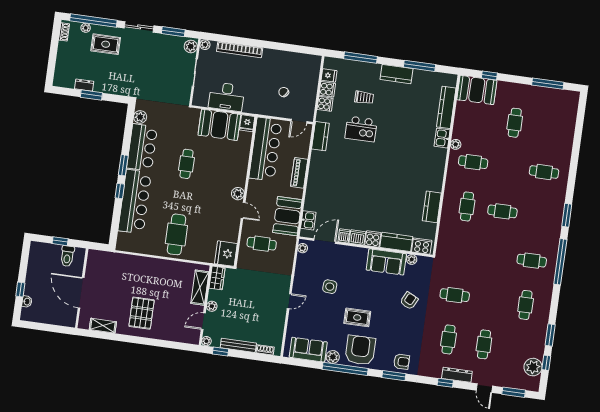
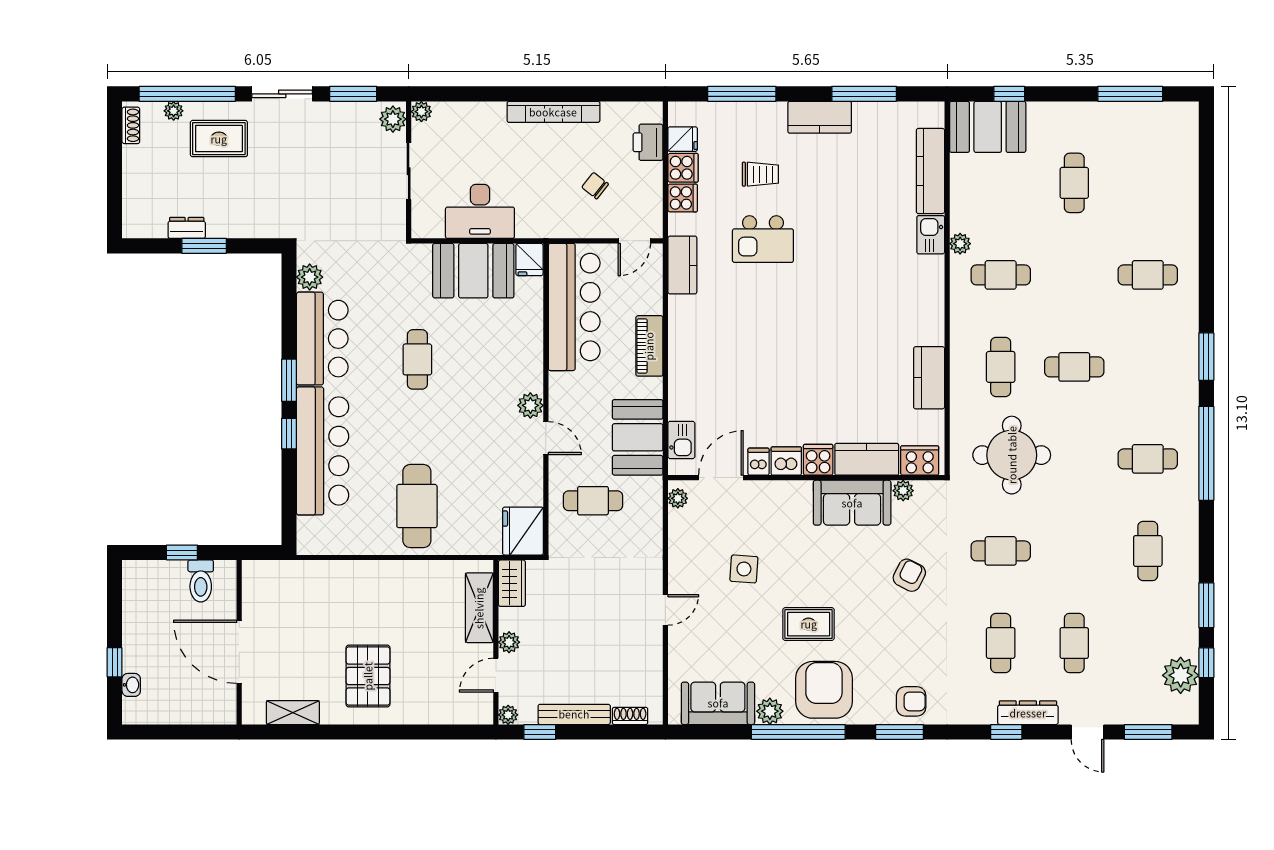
bookcase: (240, 50) -> (553, 112), moved
printer: (312, 75) -> (648, 142), added
round table: (466, 250) -> (1012, 455), added

